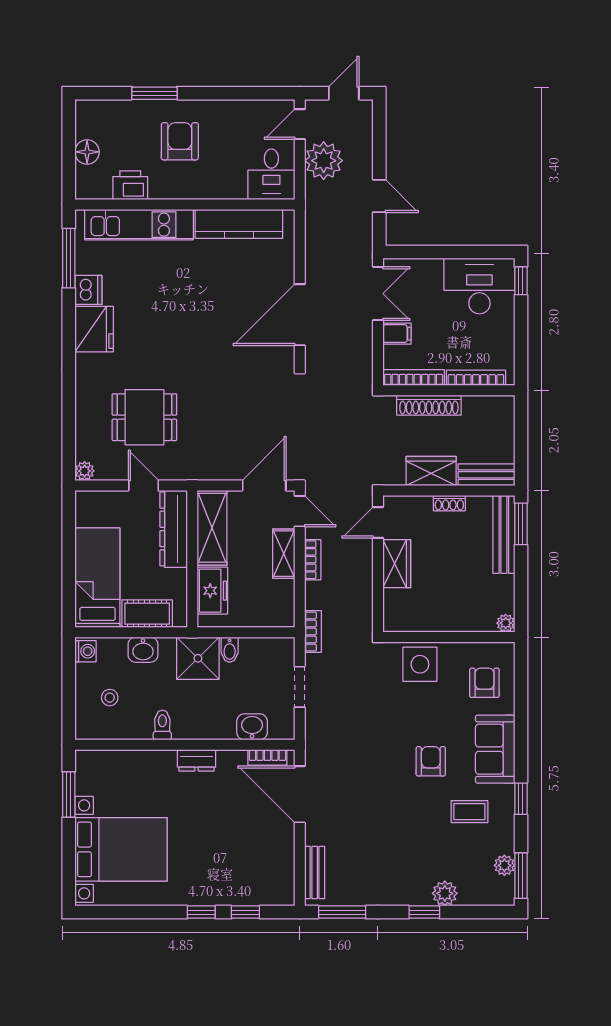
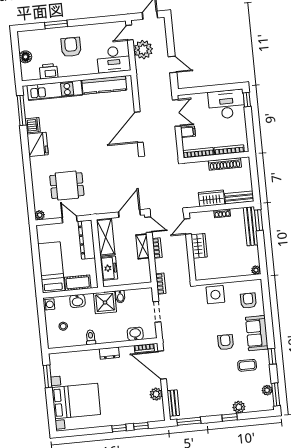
desk: (271, 174) -> (114, 59), width x1.37
shoe rack: (429, 405) -> (225, 164), moved
plant: (282, 851) -> (156, 394), added

